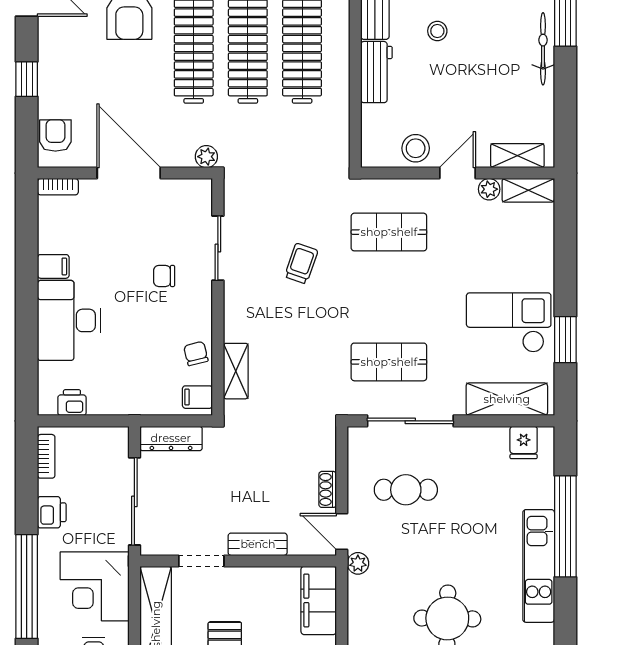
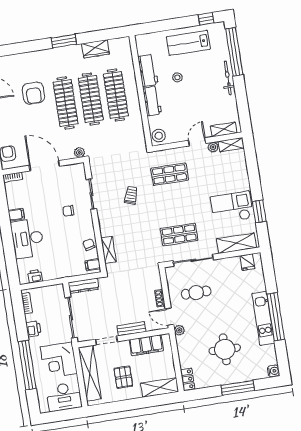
stool: (416, 148) -> (159, 136), moved
window: (565, 526) -> (276, 317), moved
filing cabinet: (319, 600) -> (146, 345), moved, turned -90

